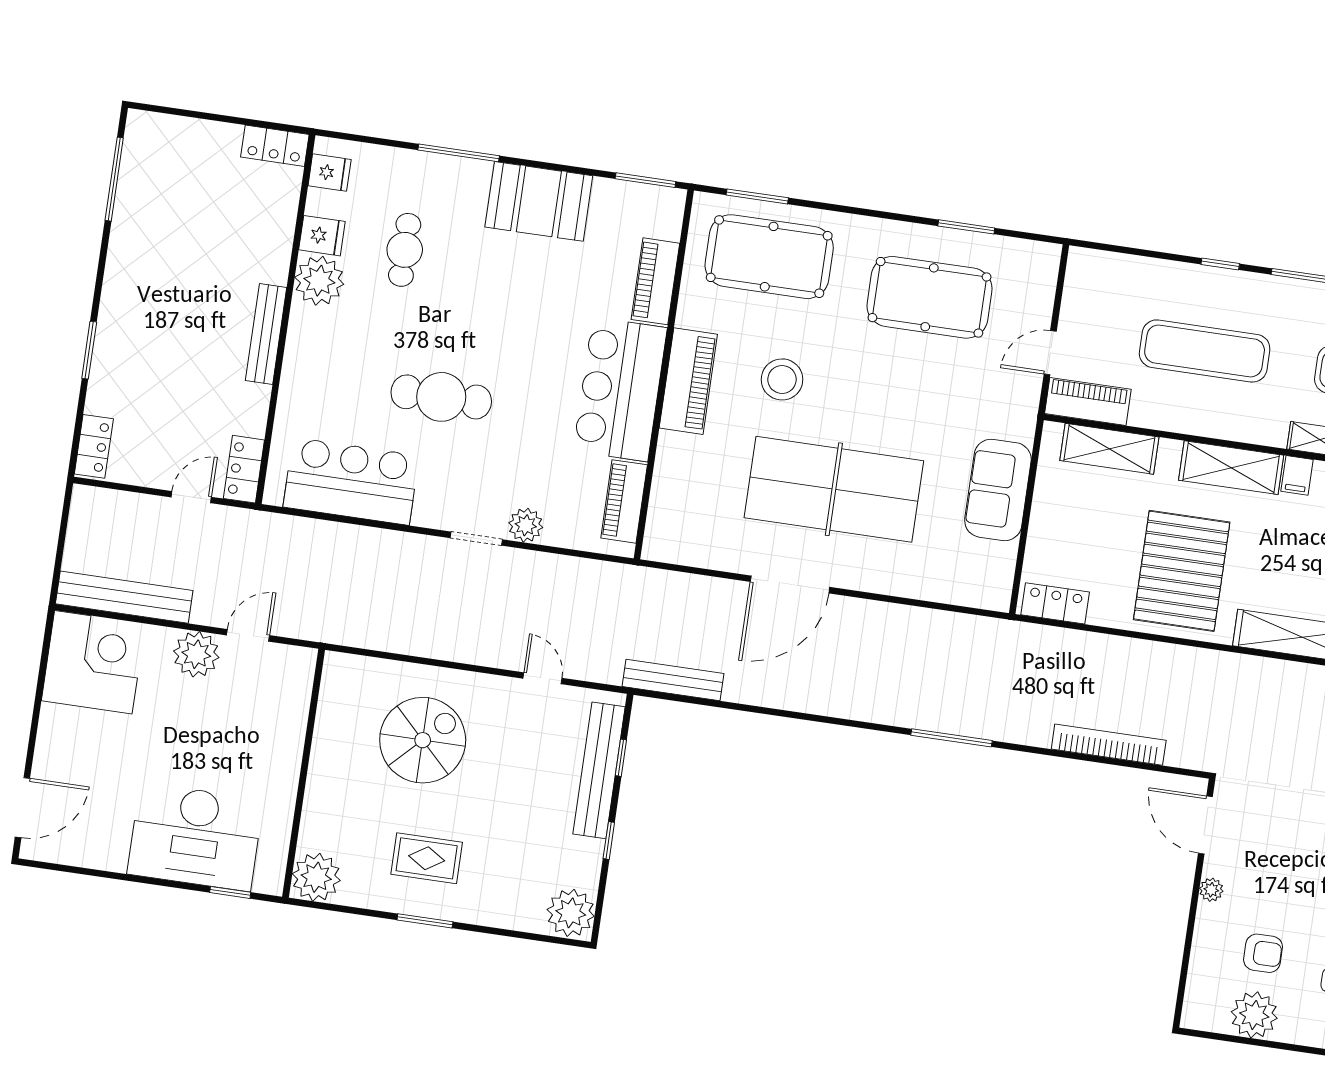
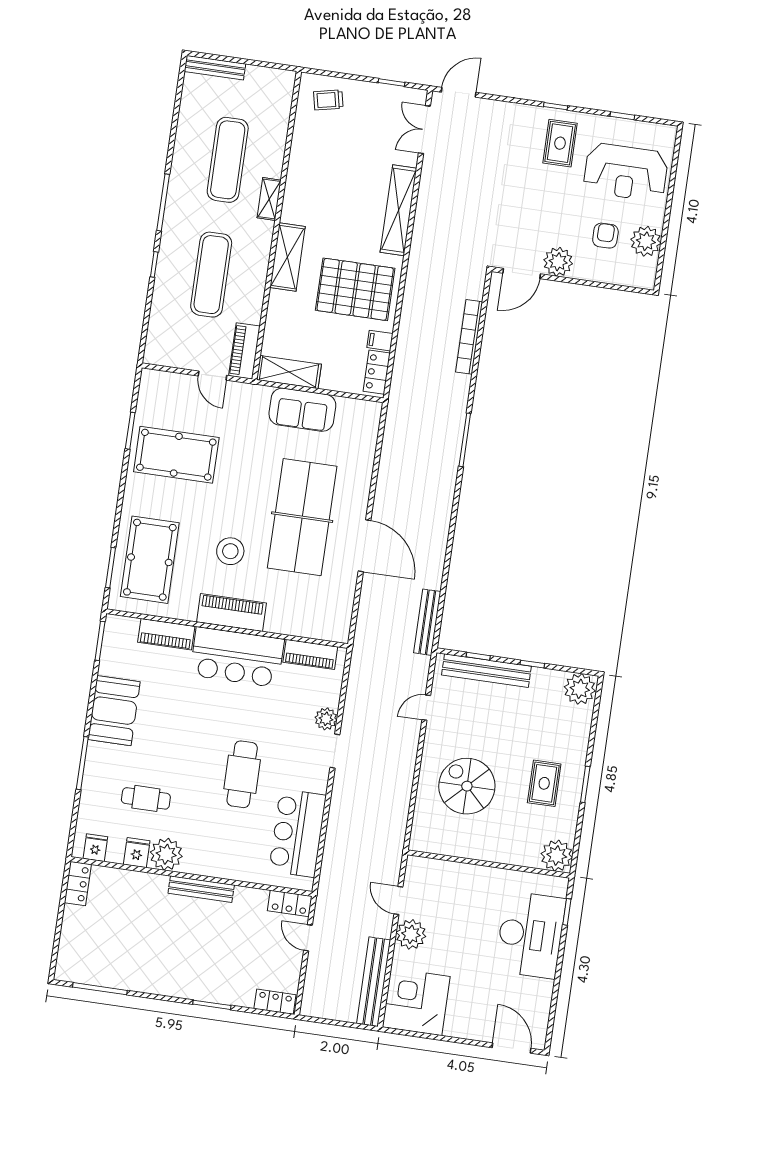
pool table: (930, 297) -> (176, 455), turned 90
shelving: (1109, 449) -> (289, 372), moved, turned 90
filing cabinet: (1297, 475) -> (380, 341), moved, turned 180
plant: (1211, 890) -> (558, 262), width x1.88, depth x1.88

